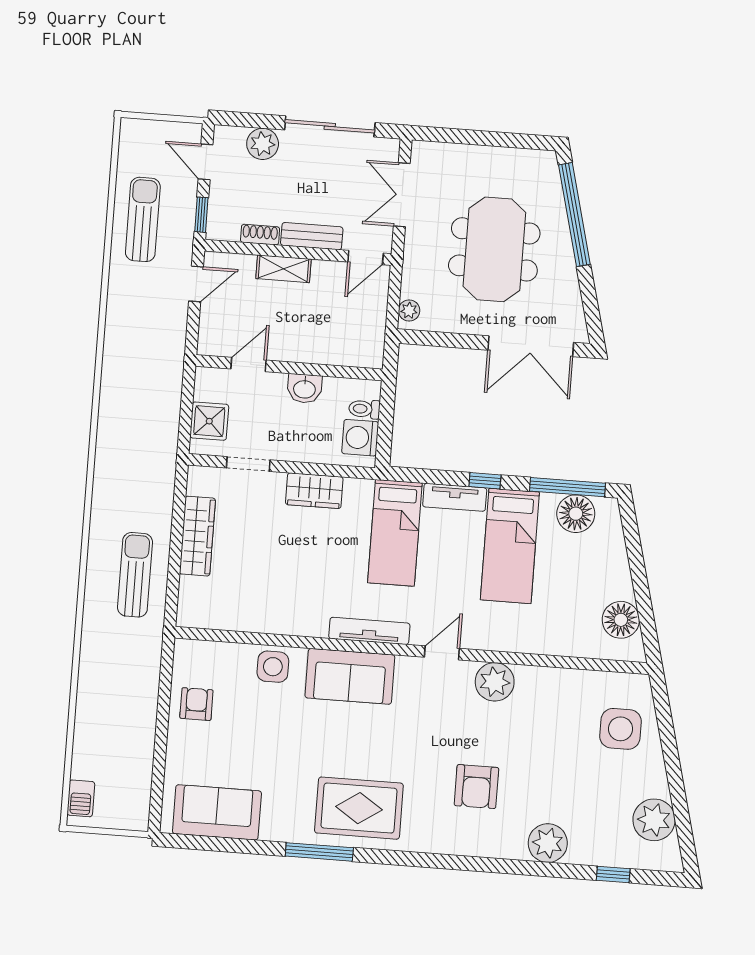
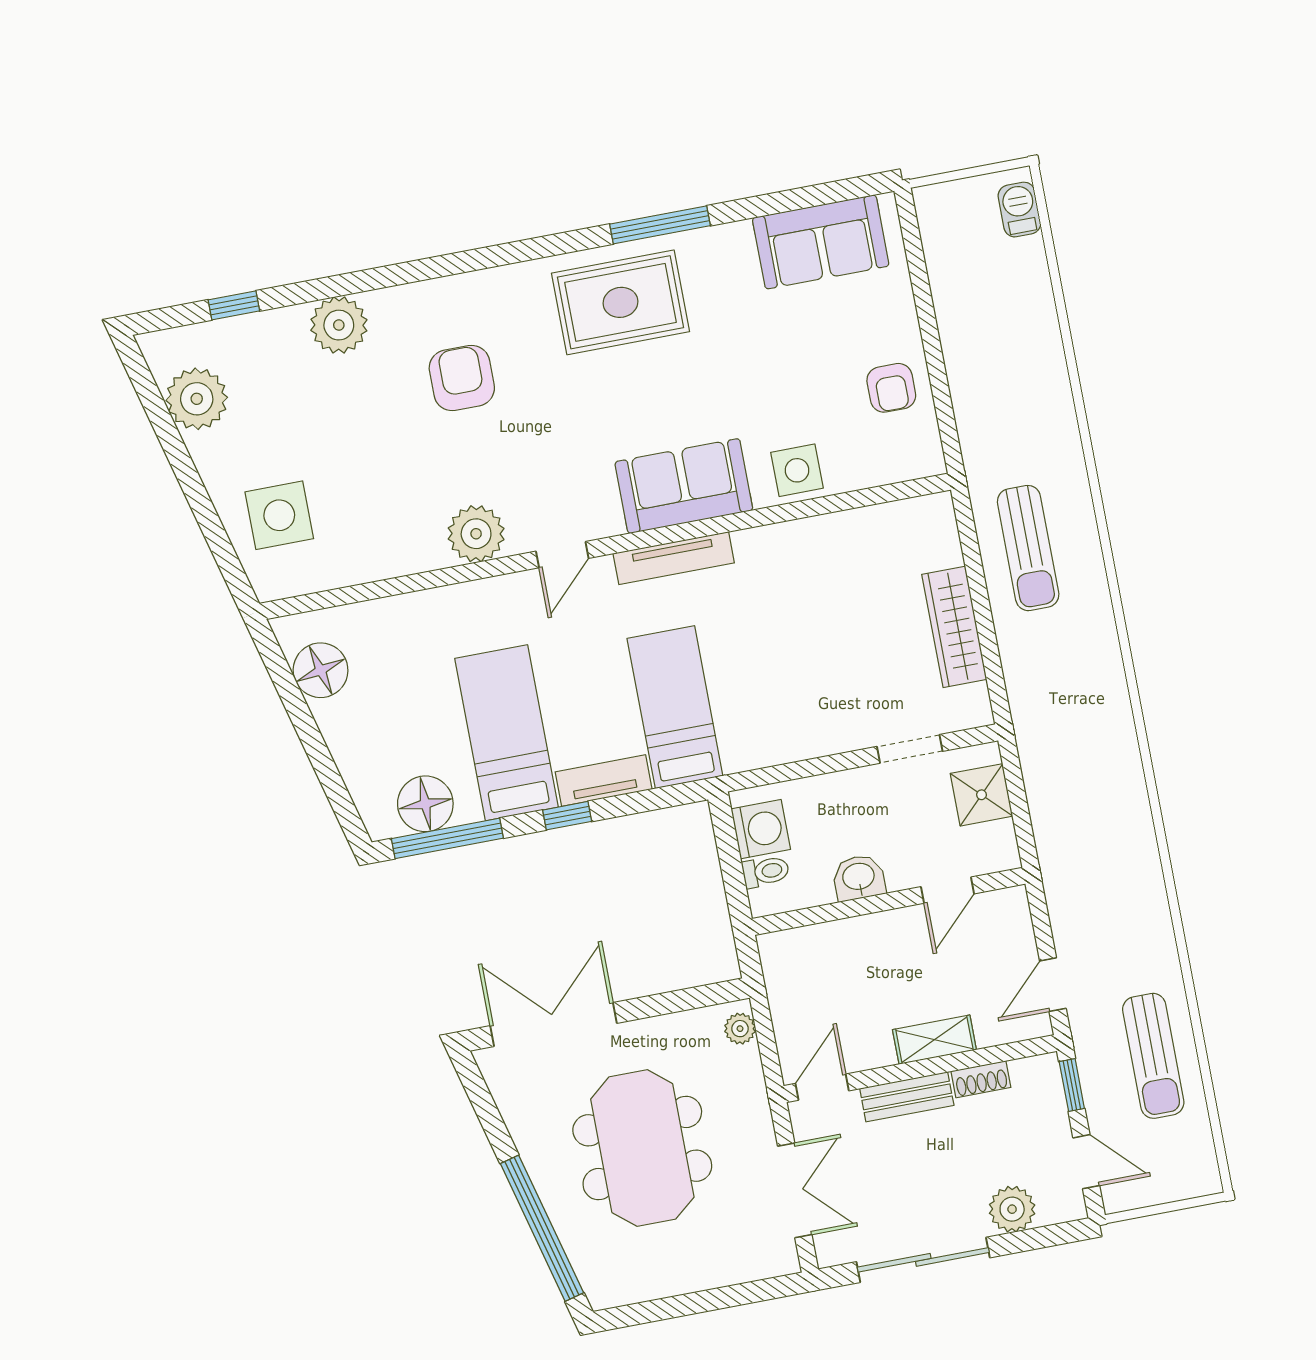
wardrobe: (314, 491) -> (806, 736), removed

